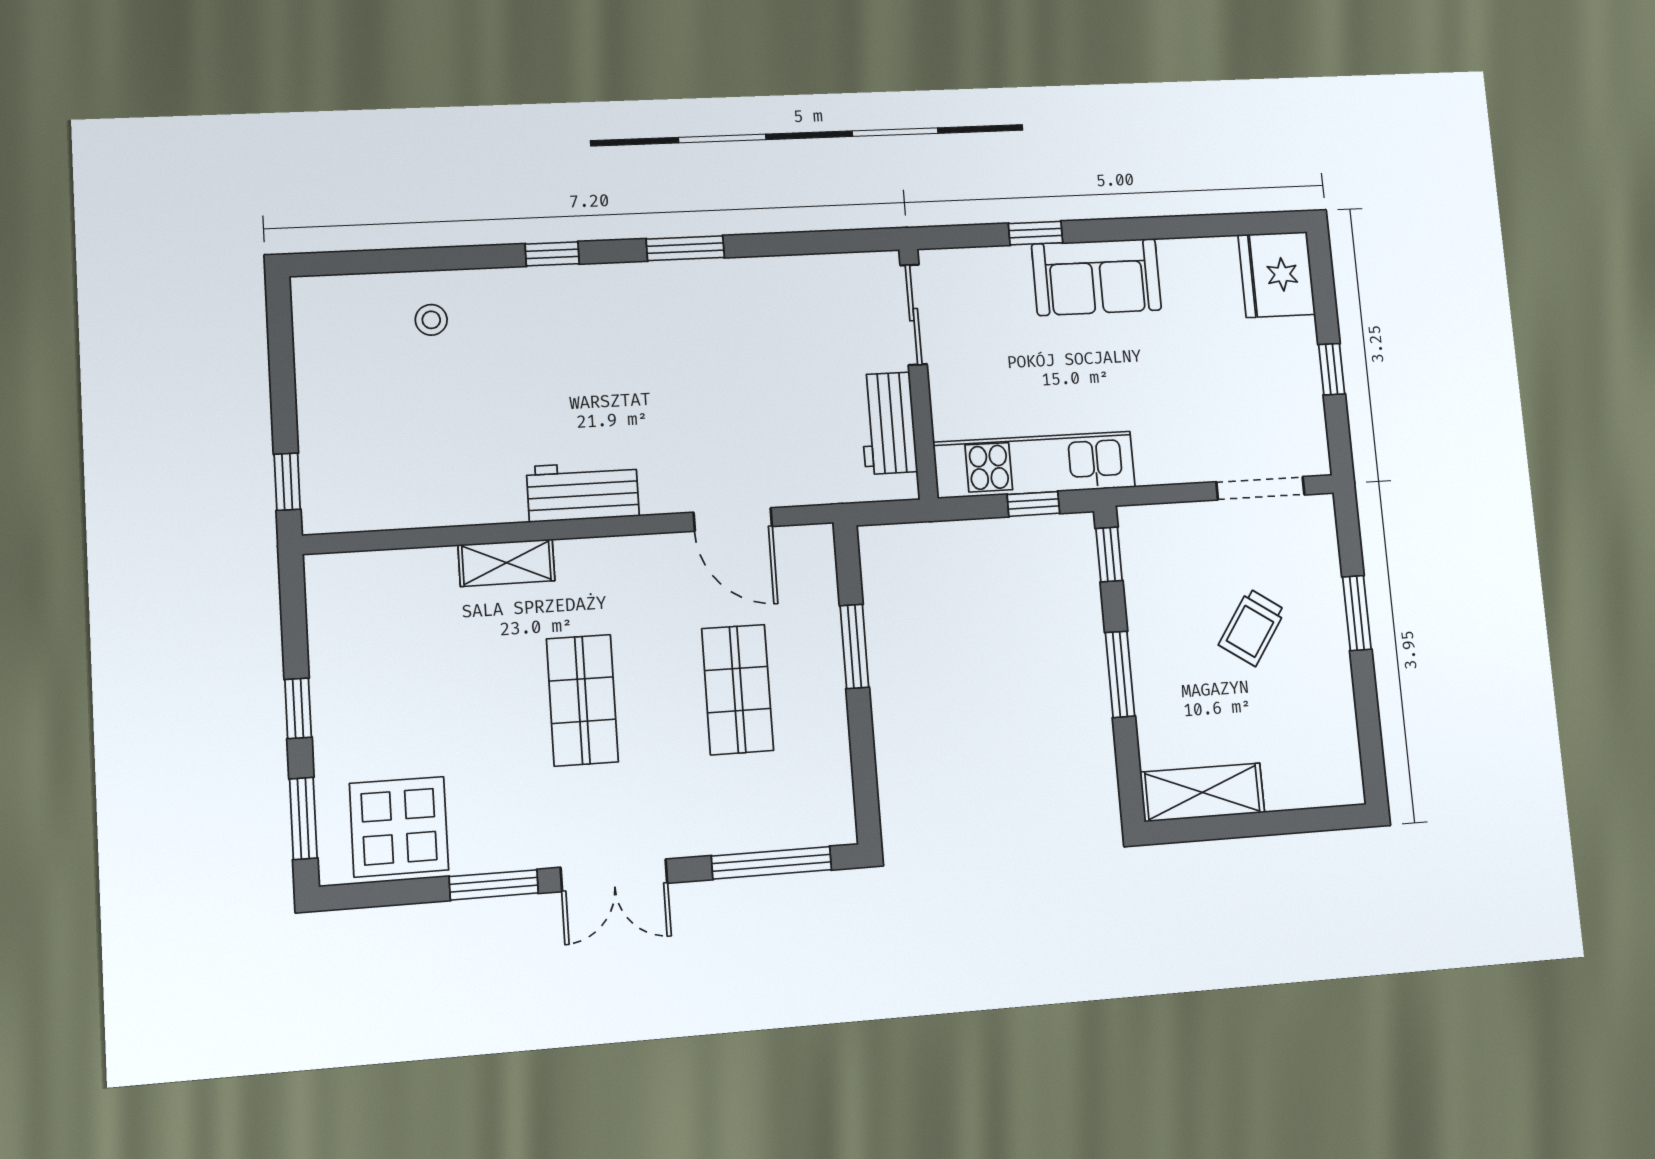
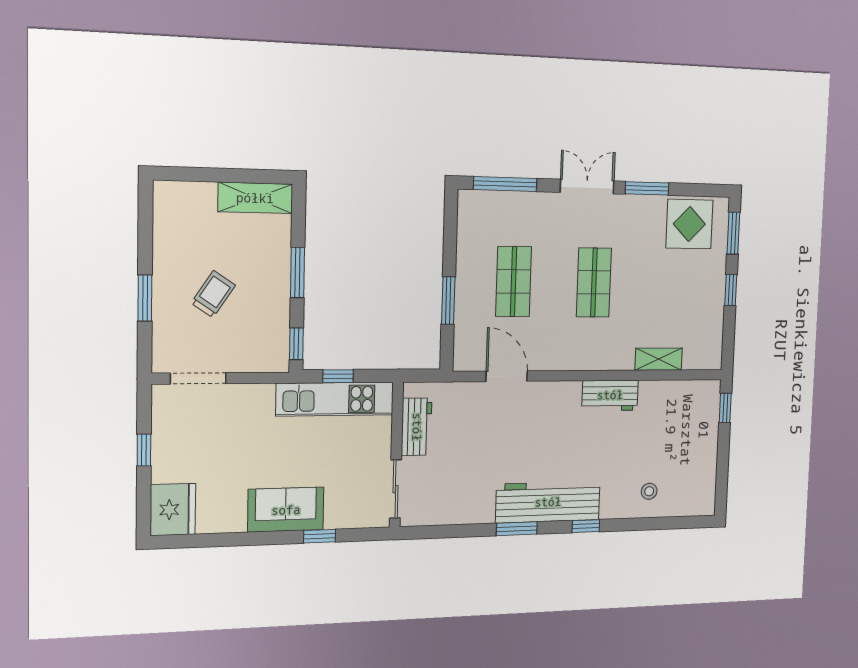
workbench: (630, 297) -> (548, 502), added
workbench: (583, 491) -> (610, 395), moved
shelving: (506, 563) -> (659, 359), moved

